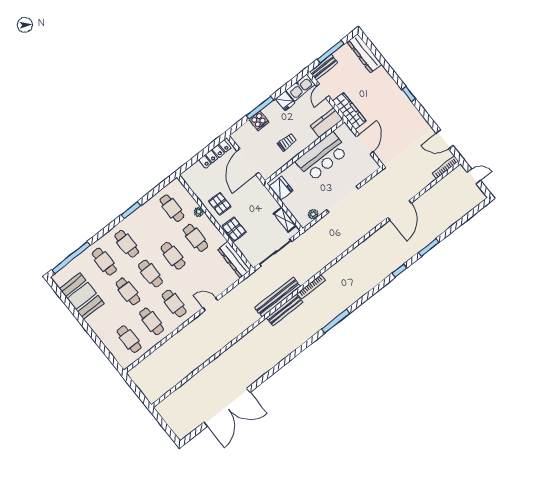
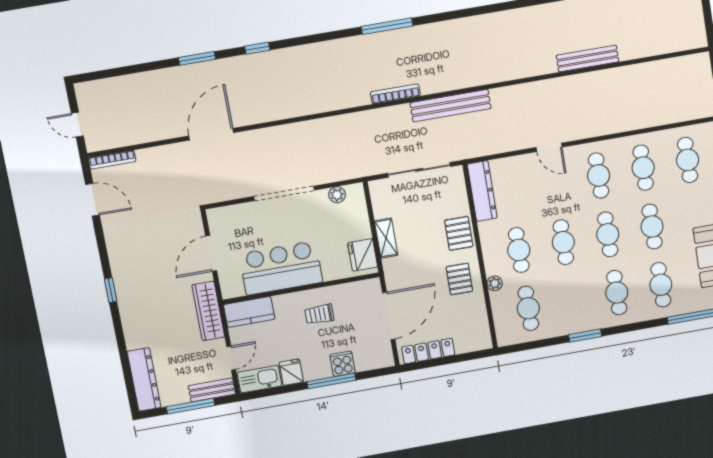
shelving: (285, 220) -> (386, 238), moved
bench: (285, 310) -> (588, 59), moved

